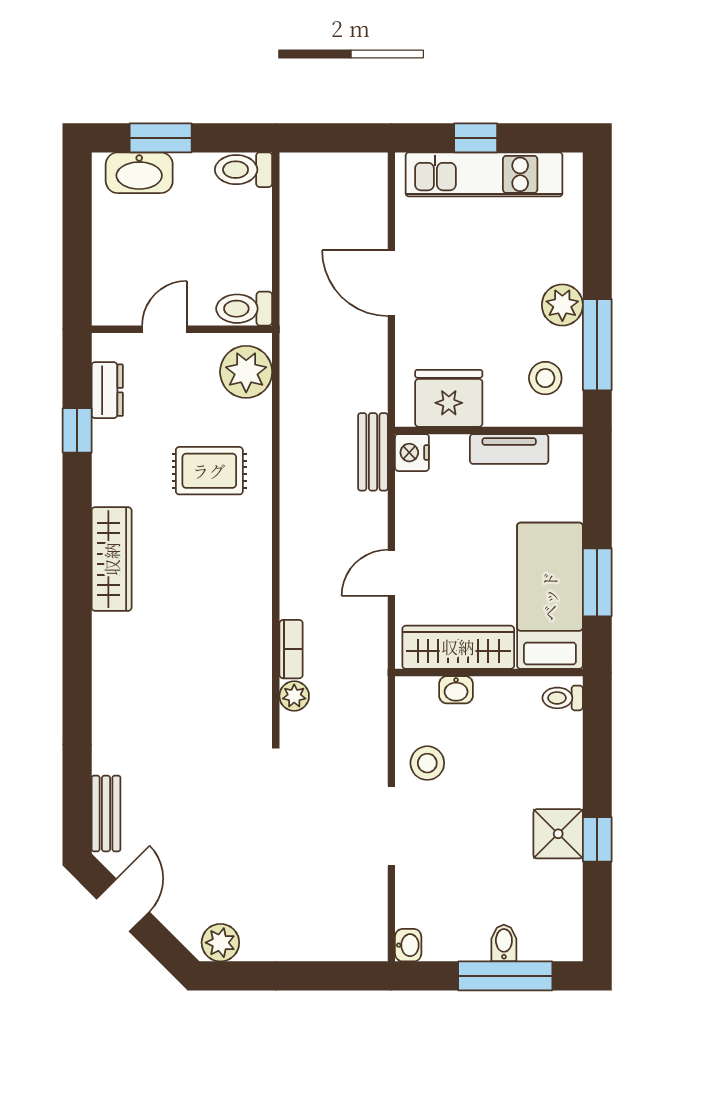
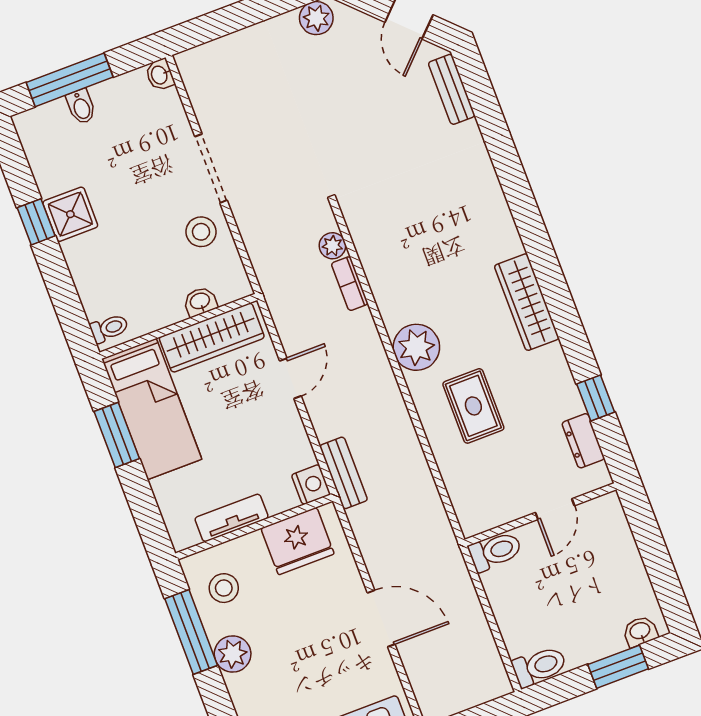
washbasin: (139, 173) -> (640, 631), width x0.52, depth x0.69
plant: (246, 372) -> (416, 347), moved
rug: (209, 471) -> (473, 406), turned 90

